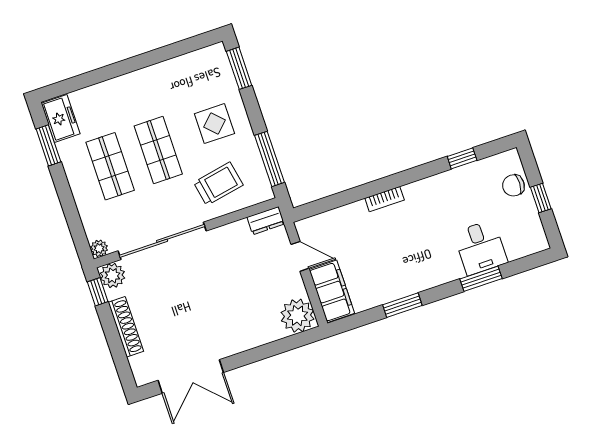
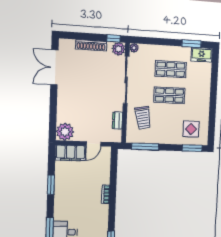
display table: (214, 124) -> (191, 129), moved
dresser: (266, 221) -> (117, 121), moved

